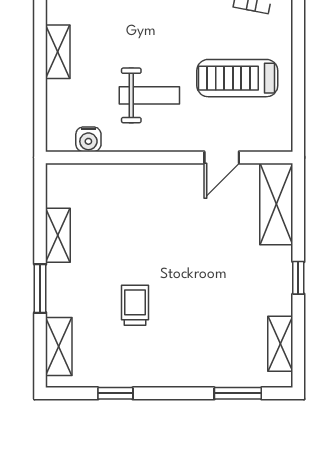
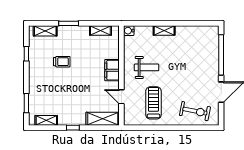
weight bench: (149, 95) -> (146, 67), turned -90
water cooler: (88, 139) -> (129, 31), moved
filing cabinet: (156, 181) -> (112, 70), added
shelving: (58, 235) -> (100, 31), moved

